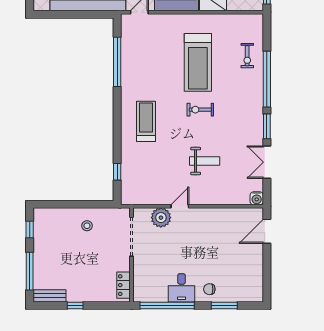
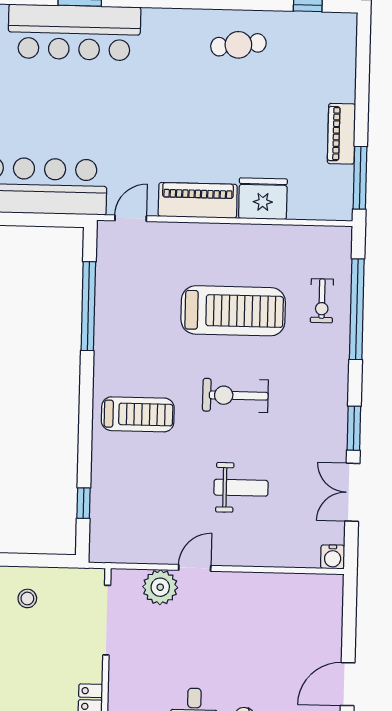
treadmill: (198, 62) -> (233, 311), turned -90
window: (267, 79) -> (357, 309), moved
exercise bike: (200, 110) -> (235, 395), width x1.38, depth x1.39
treadmill: (146, 121) -> (138, 414), turned 90
door: (267, 231) -> (348, 684), moved

